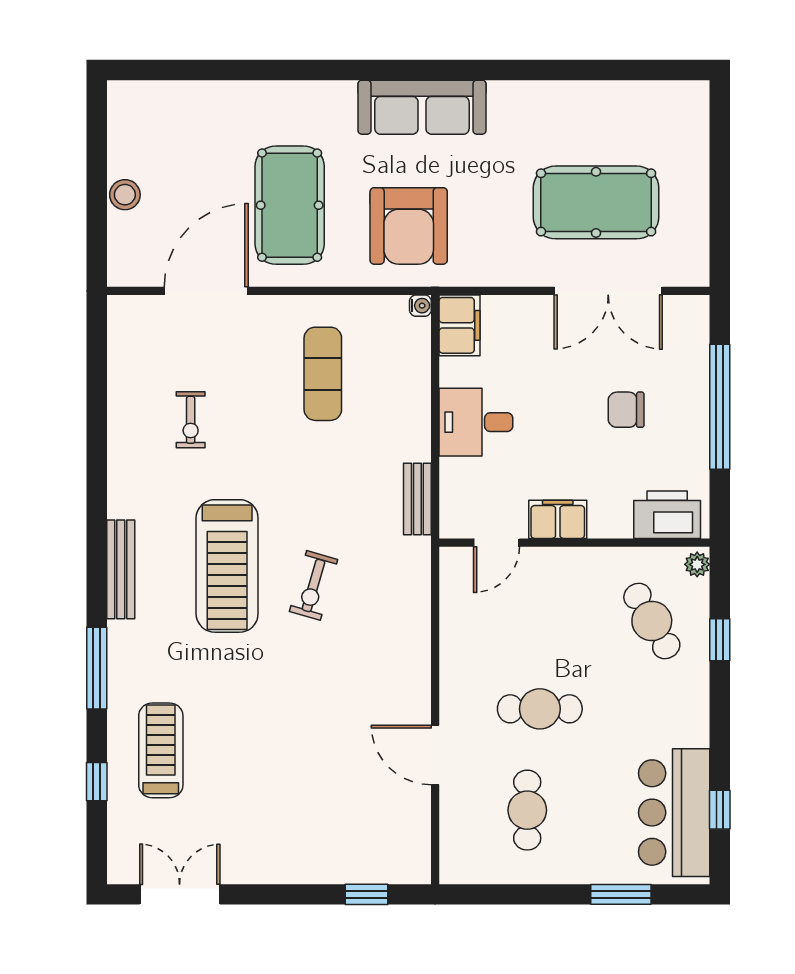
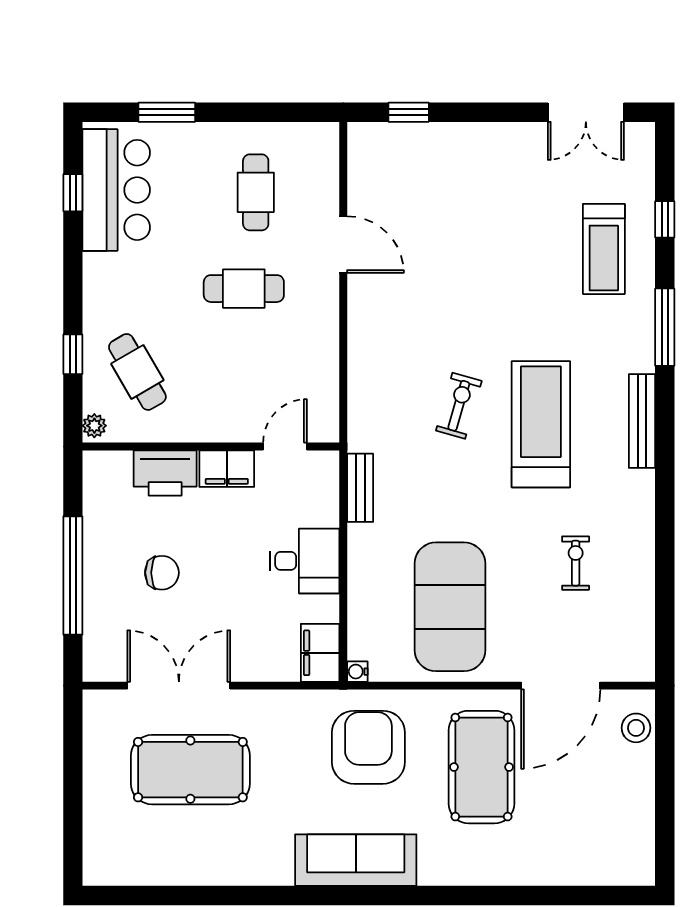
stool: (125, 195) -> (636, 728), moved
exercise mat: (323, 374) -> (450, 607), width x2.00, depth x1.45
printer: (667, 515) -> (165, 473), moved

